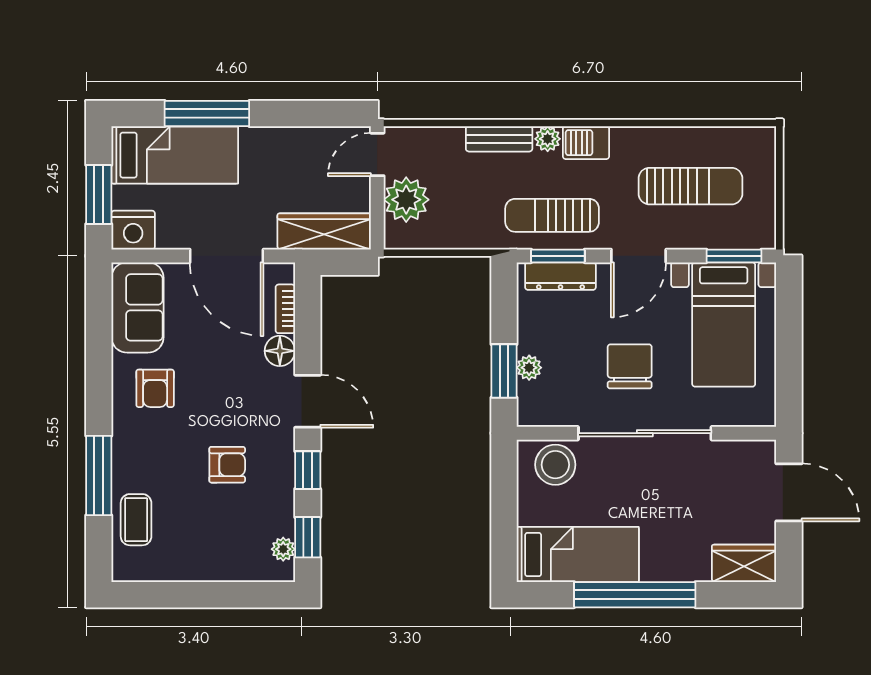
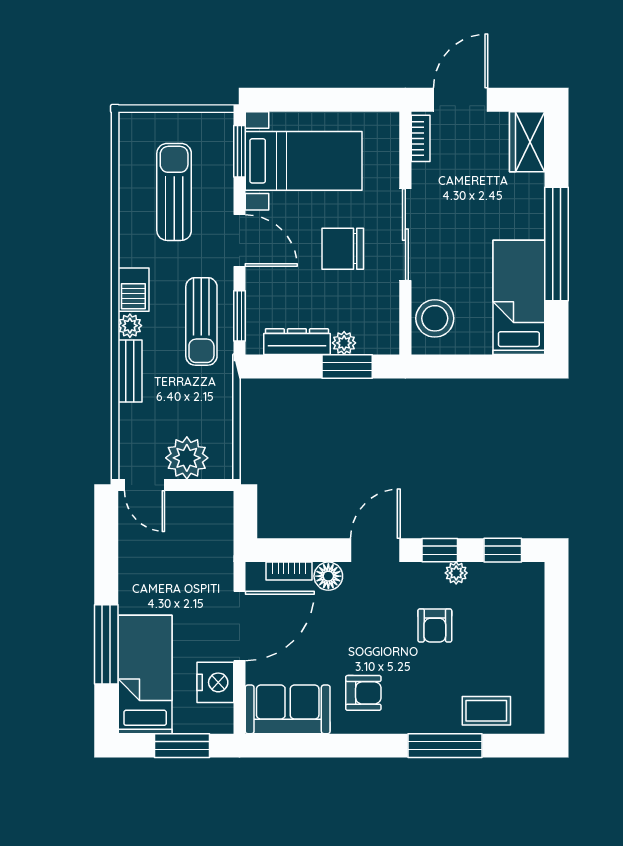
nightstand: (133, 230) -> (215, 682), moved
wardrobe: (324, 232) -> (217, 535), removed
dresser: (560, 276) -> (297, 342), moved, turned -90
sliding door: (645, 433) -> (405, 235), width x0.73
bookcase: (748, 450) -> (421, 138), added
armchair: (227, 465) -> (435, 625), turned 180
plant: (283, 549) -> (456, 573), moved

